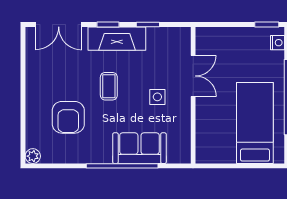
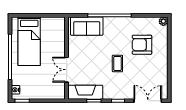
fireplace: (117, 39) -> (85, 92), moved
side table: (157, 97) -> (88, 57), removed
armchair: (68, 117) -> (142, 45), turned -90
sofa: (139, 148) -> (87, 26), moved

